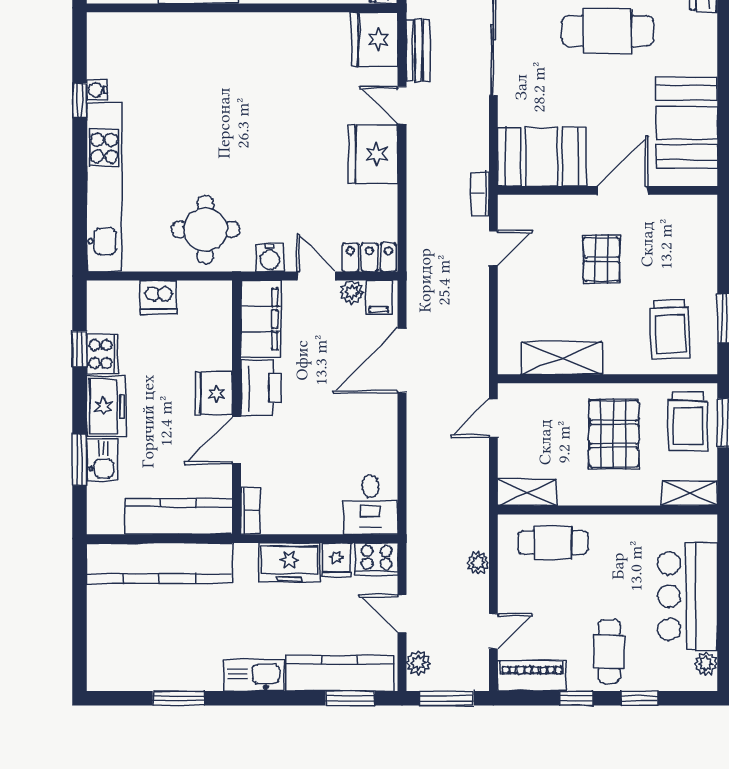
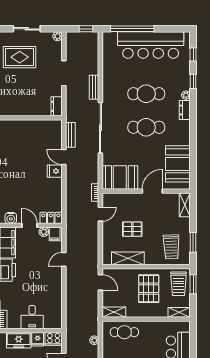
fridge: (375, 39) -> (53, 131), removed
fridge: (373, 154) -> (55, 171), width x0.53, depth x0.75
shelving: (704, 225) -> (185, 205), added
pallet: (601, 259) -> (132, 229), moved, turned 90
door: (402, 361) -> (64, 259), width x0.53
door: (493, 418) -> (100, 282), swing flipped
desk: (370, 505) -> (32, 317), moved

